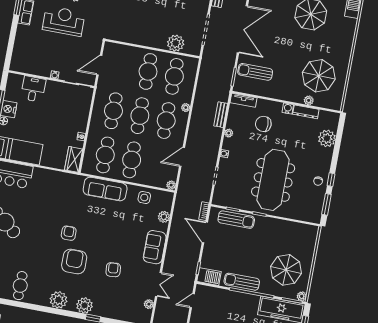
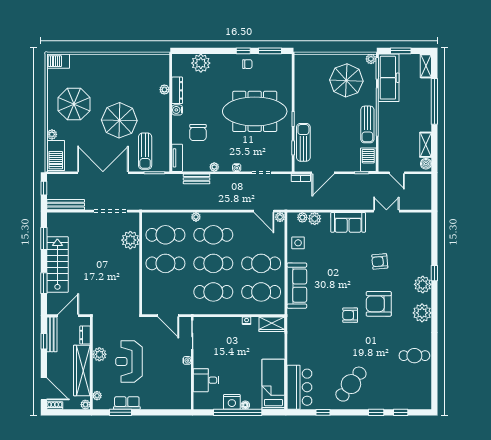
parasol: (319, 76) -> (119, 120), moved
door: (182, 157) -> (264, 211), moved
plant: (149, 304) -> (302, 217), moved

